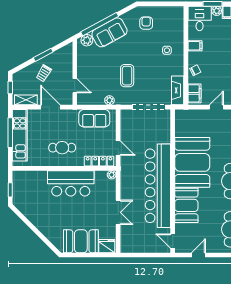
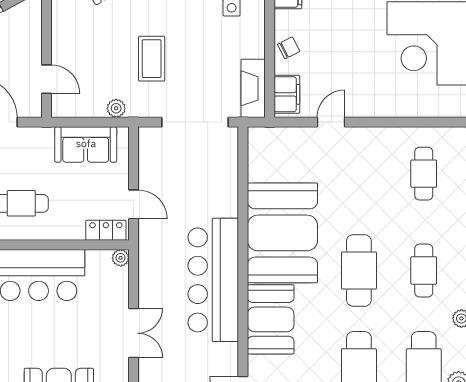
locker: (99, 161) -> (106, 230), width x0.66
bar counter: (158, 186) -> (213, 280), width x0.73

